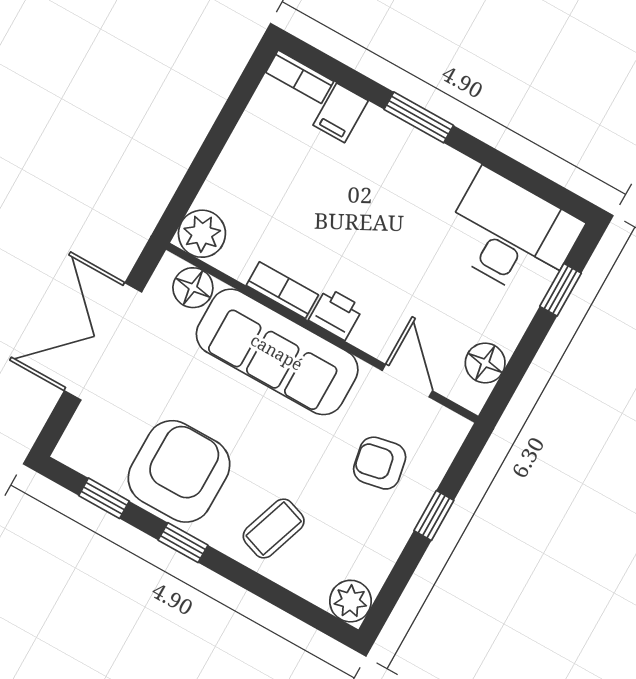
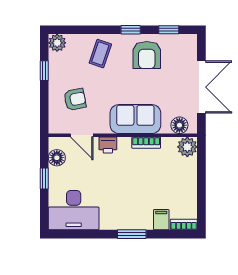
window: (561, 290) -> (44, 179), moved
printer: (336, 314) -> (108, 145), moved
sofa: (277, 352) -> (135, 119), width x0.73
armchair: (179, 471) -> (147, 55), width x0.73, depth x0.73
window: (434, 515) -> (44, 71), moved

